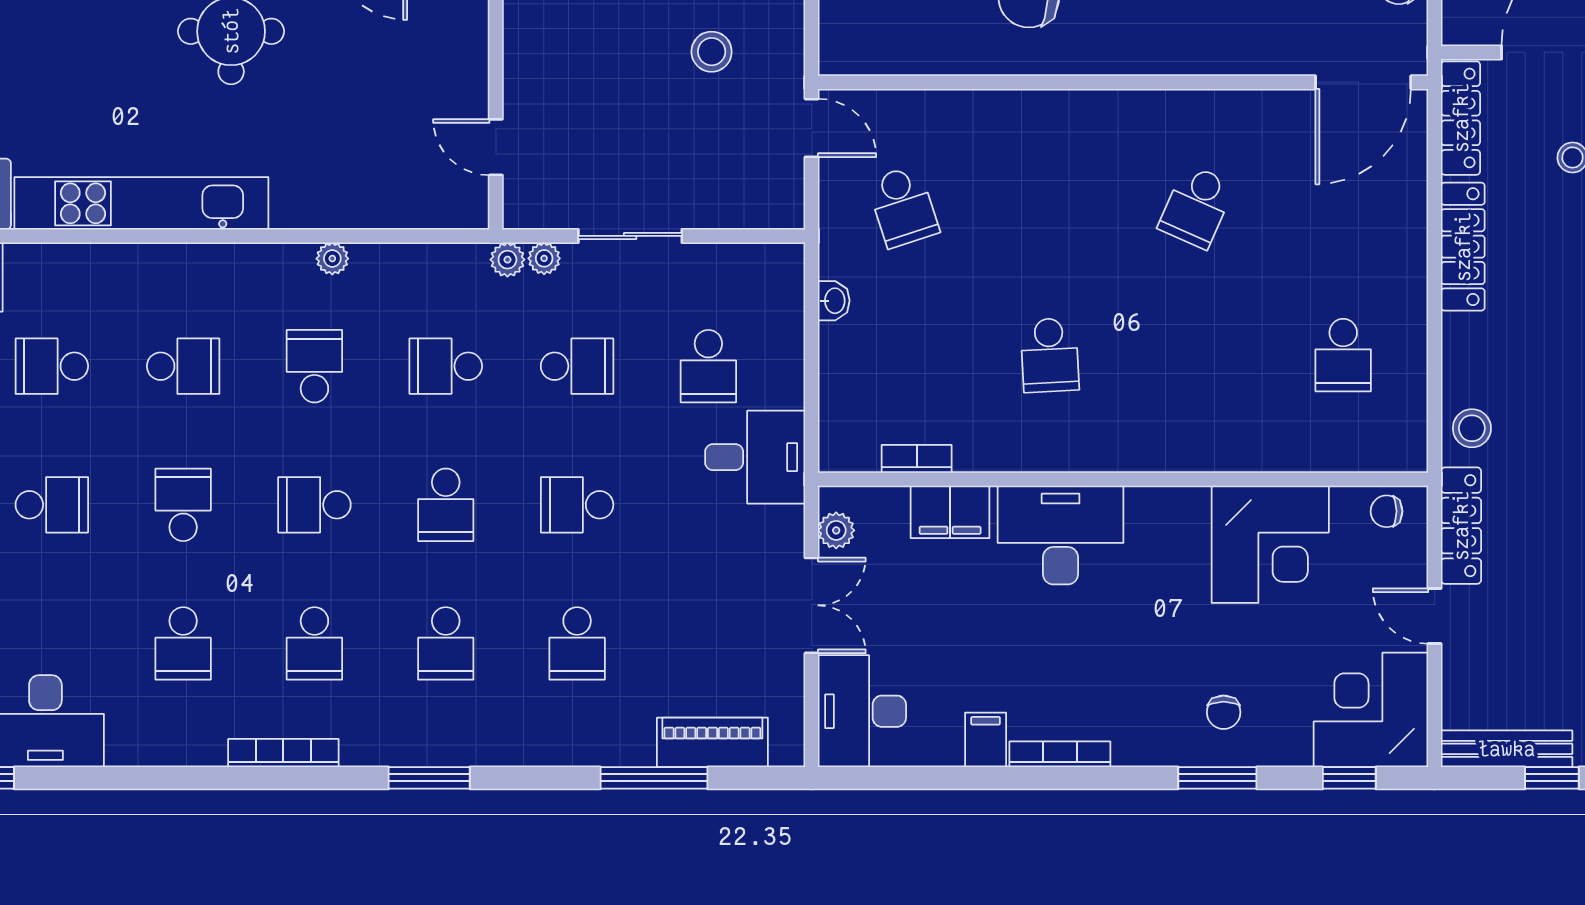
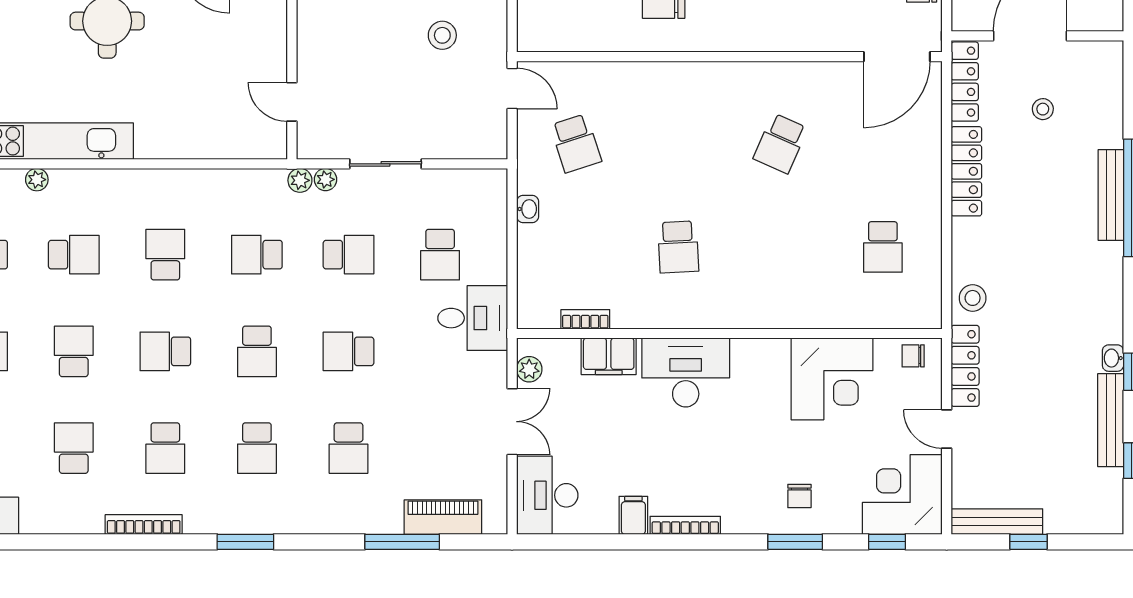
plant: (332, 259) -> (37, 180), moved
school desk: (183, 643) -> (74, 448), turned 180

